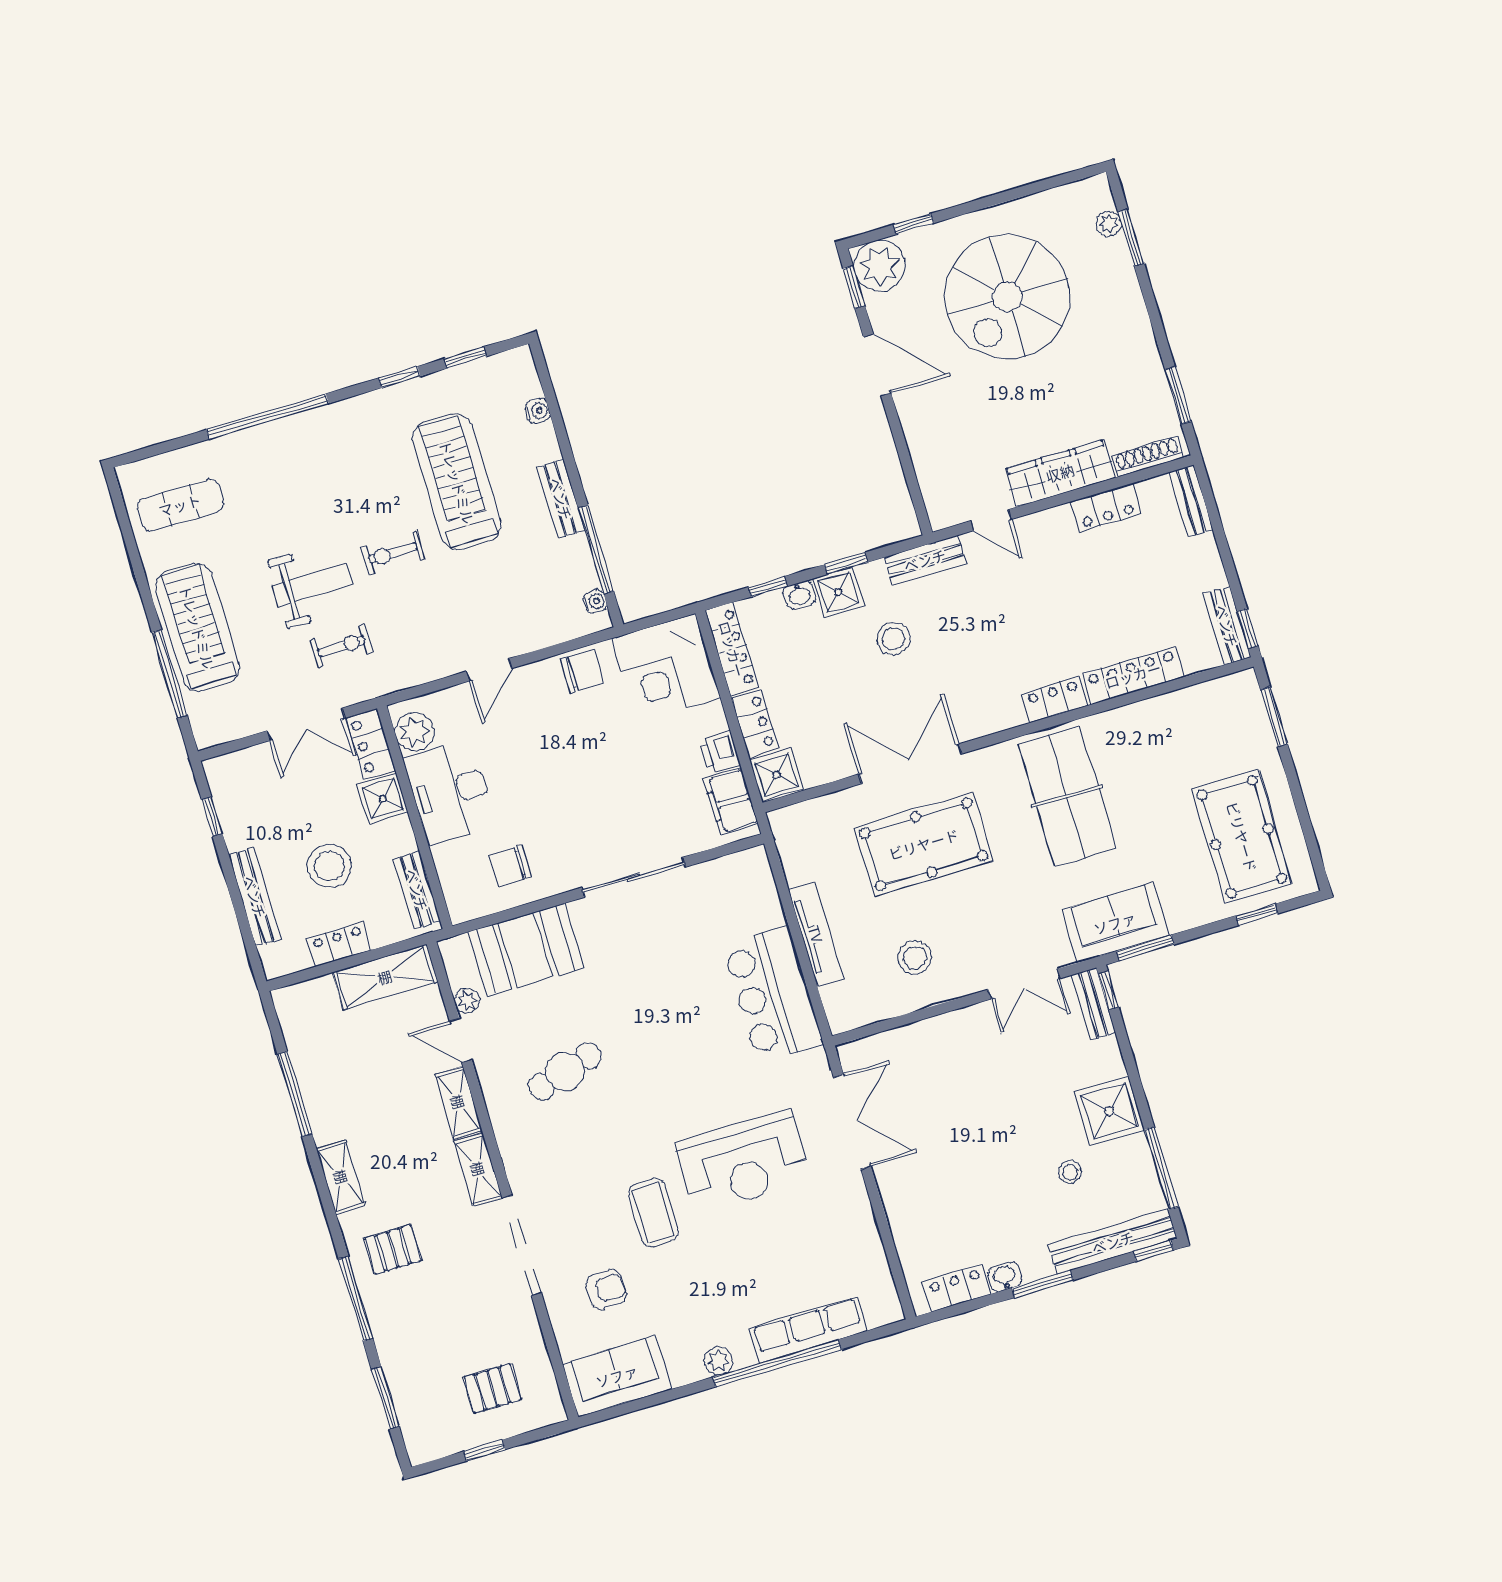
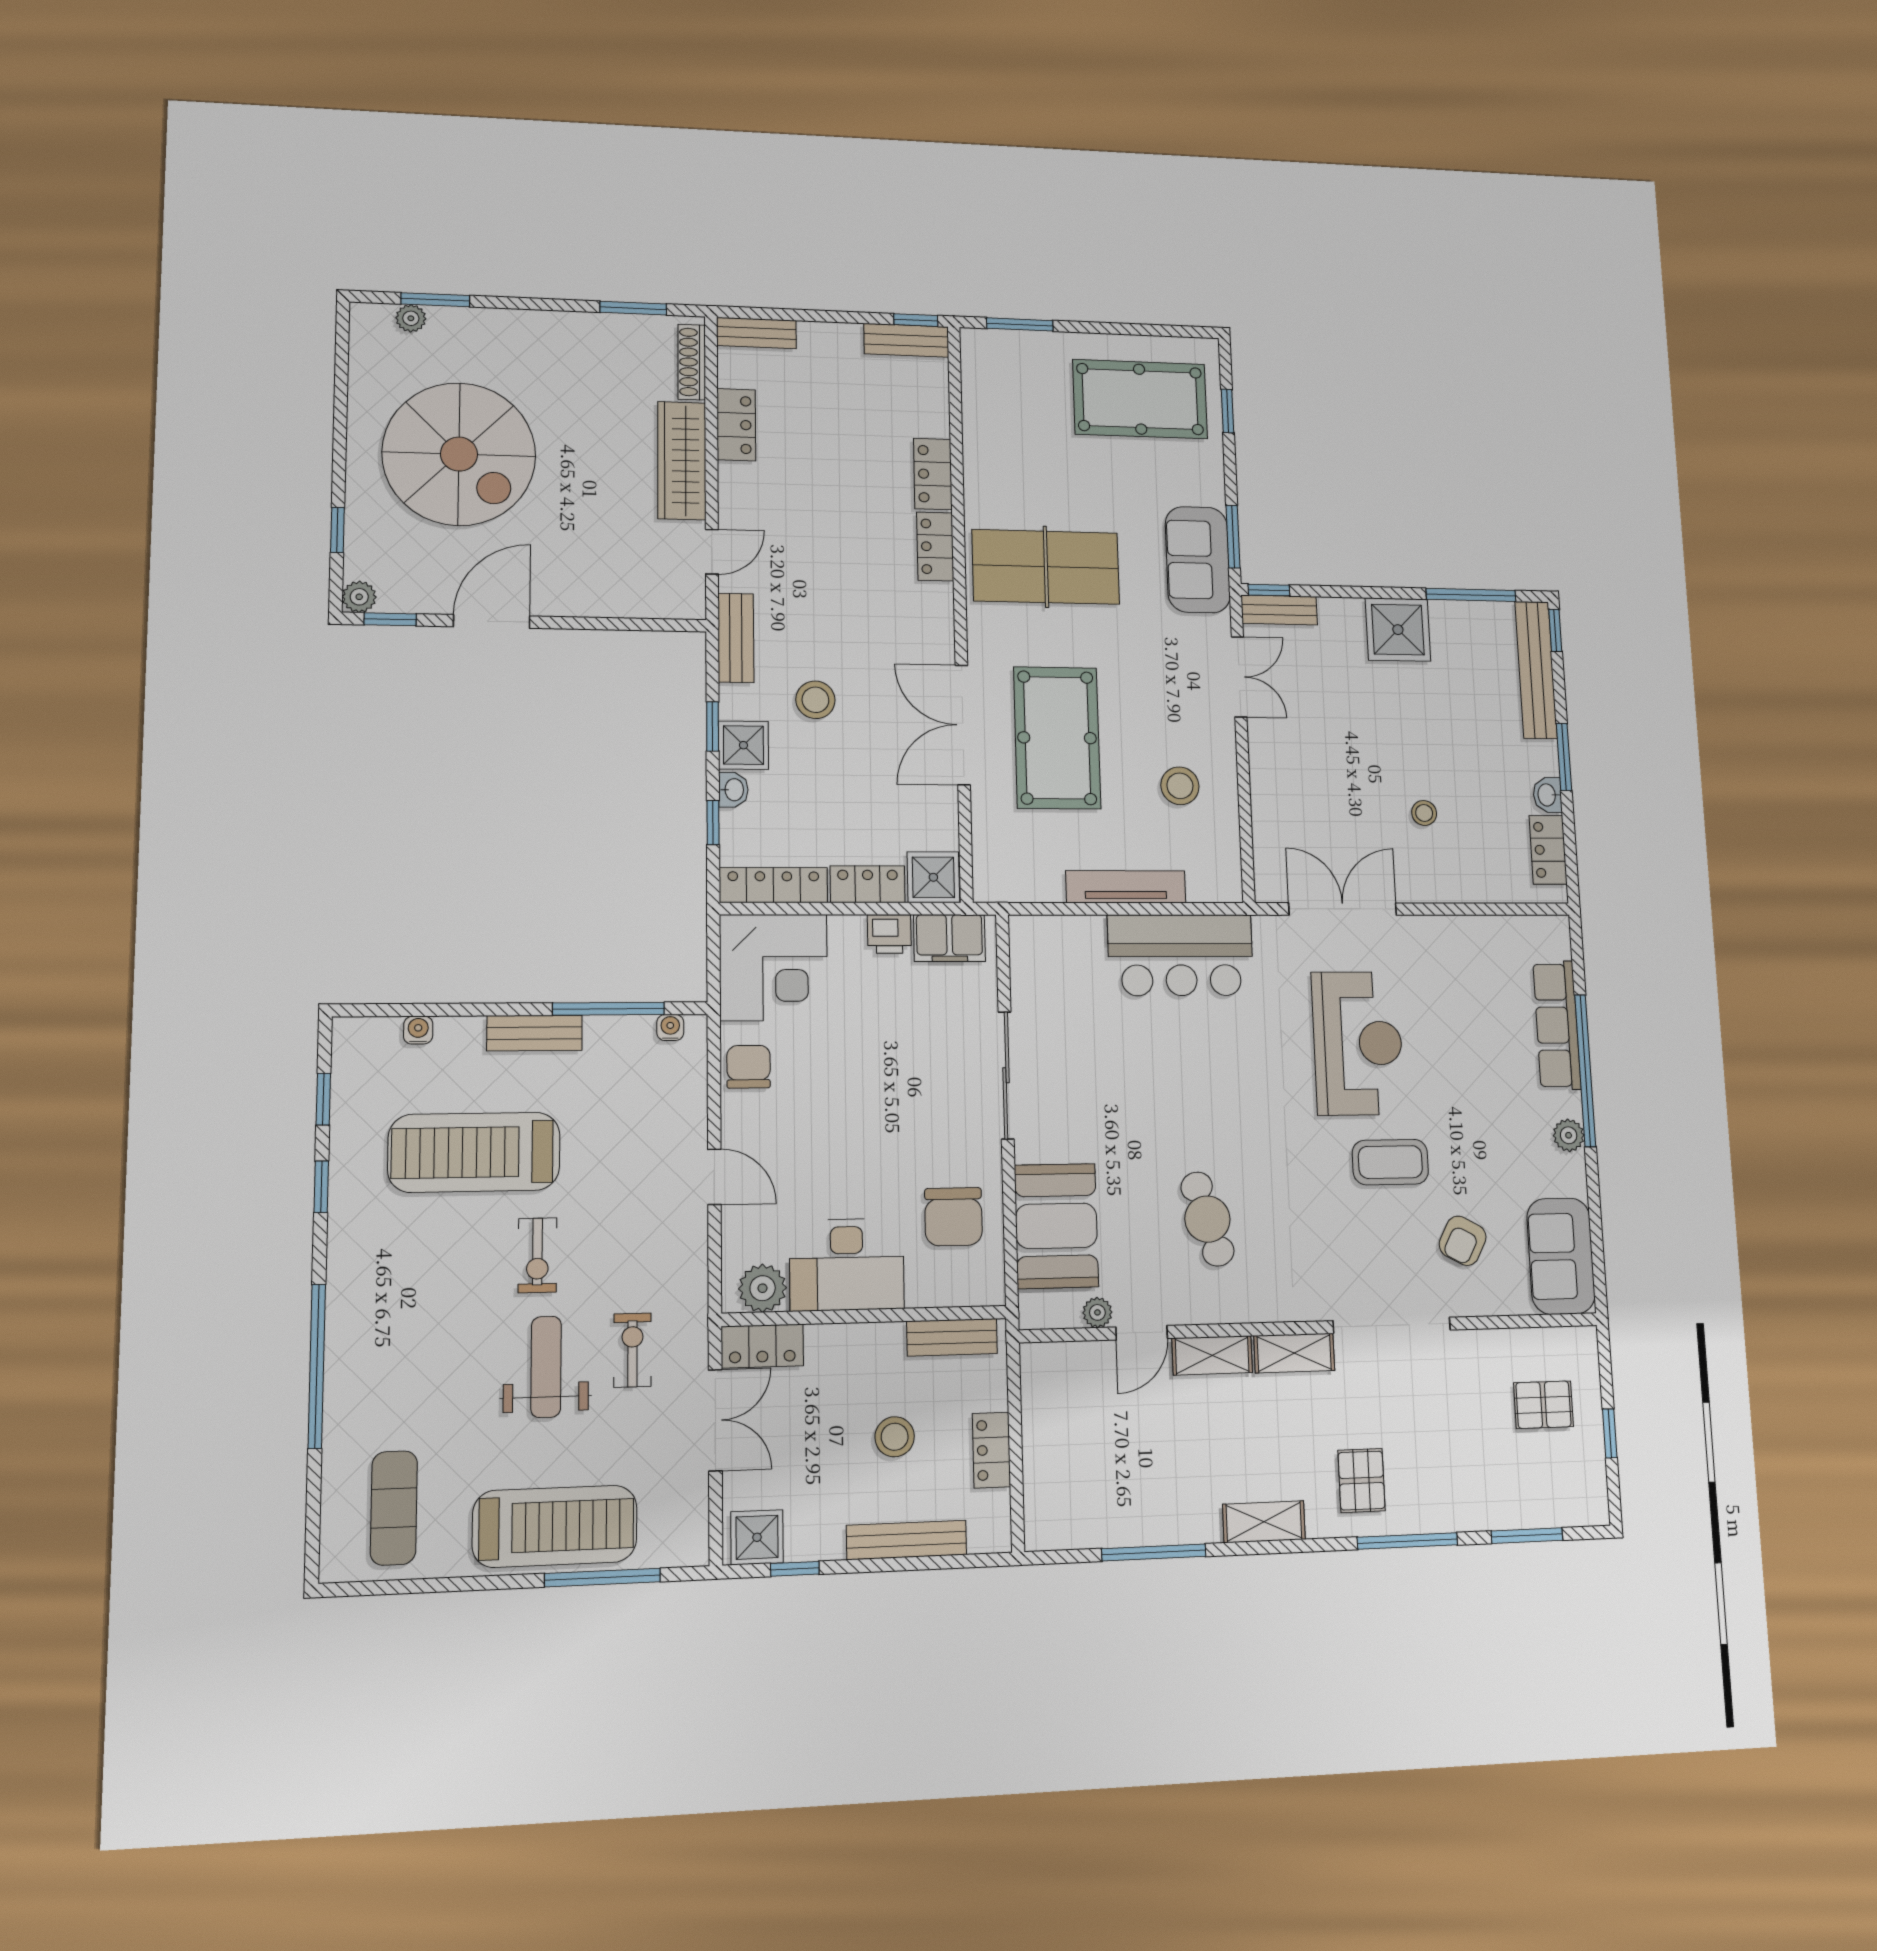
plant: (880, 266) -> (359, 597), width x0.53, depth x0.53
treadmill: (197, 627) -> (555, 1526), turned 180
locker: (1133, 675) -> (933, 474), width x0.66
shower: (383, 798) -> (757, 1537), moved
stool: (329, 866) -> (895, 1437), width x0.73, depth x0.73
chair: (510, 866) -> (953, 1217), width x1.37, depth x1.37
shelving: (385, 977) -> (1044, 1404), removed
stool: (1070, 1172) -> (1424, 813), moved
armchair: (606, 1289) -> (1463, 1241), turned -152
pallet: (492, 1388) -> (1543, 1405), turned 90

